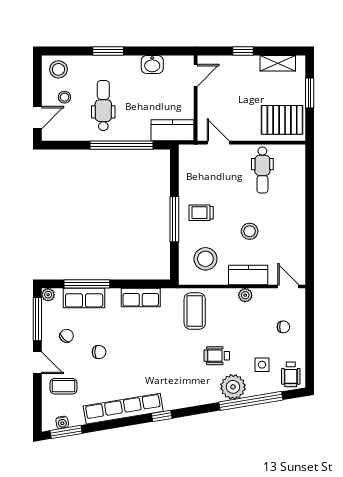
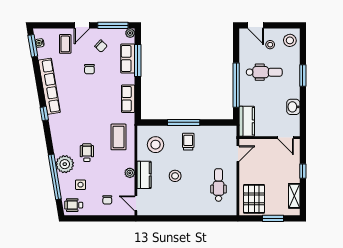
dental chair: (262, 170) -> (219, 185), turned 90
door: (288, 286) -> (136, 203), swing flipped
coffee table: (195, 311) -> (119, 137), turned 90

